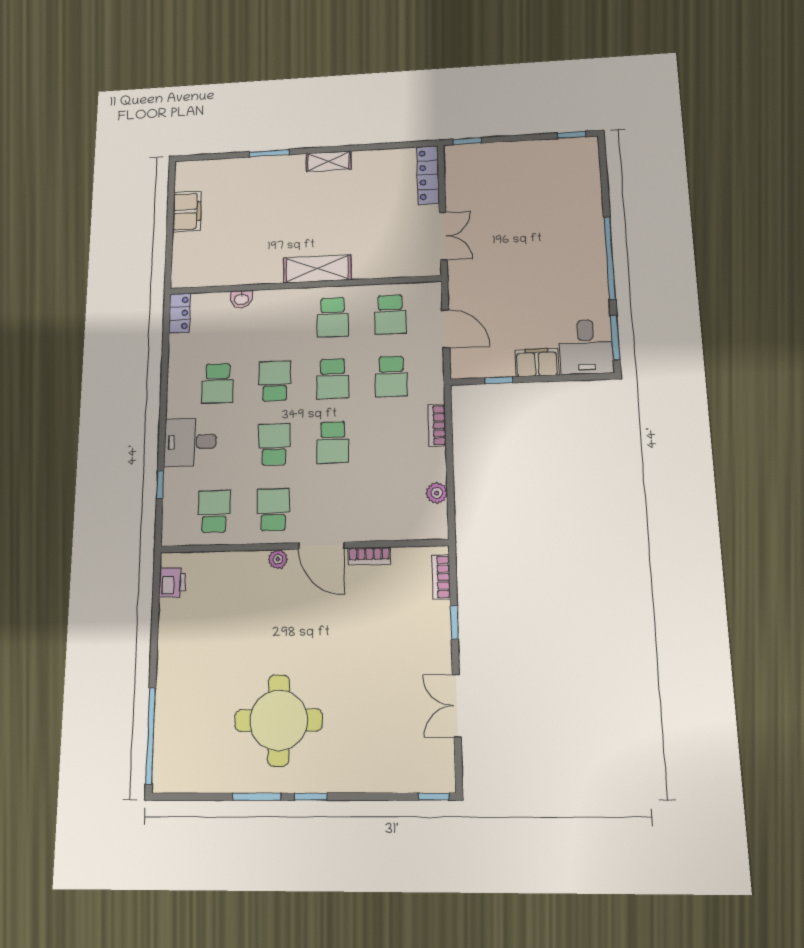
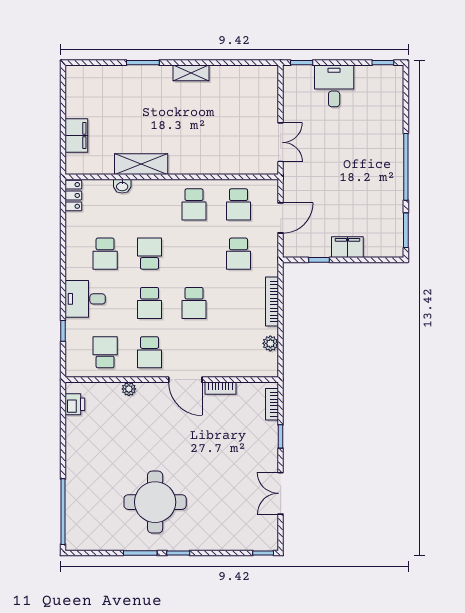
locker: (428, 175) -> (270, 90), removed
filing cabinet: (187, 211) -> (76, 135), moved
shelving: (317, 269) -> (141, 164), moved
door: (446, 329) -> (281, 218), hinge flipped
desk: (586, 347) -> (334, 86), moved, turned 180
school desk: (333, 379) -> (194, 254), removed
bookcase: (437, 425) -> (272, 302), width x1.56
school desk: (274, 444) -> (150, 303), turned 180
school desk: (273, 510) -> (150, 352), turned 180
plant: (278, 559) -> (129, 389), moved

